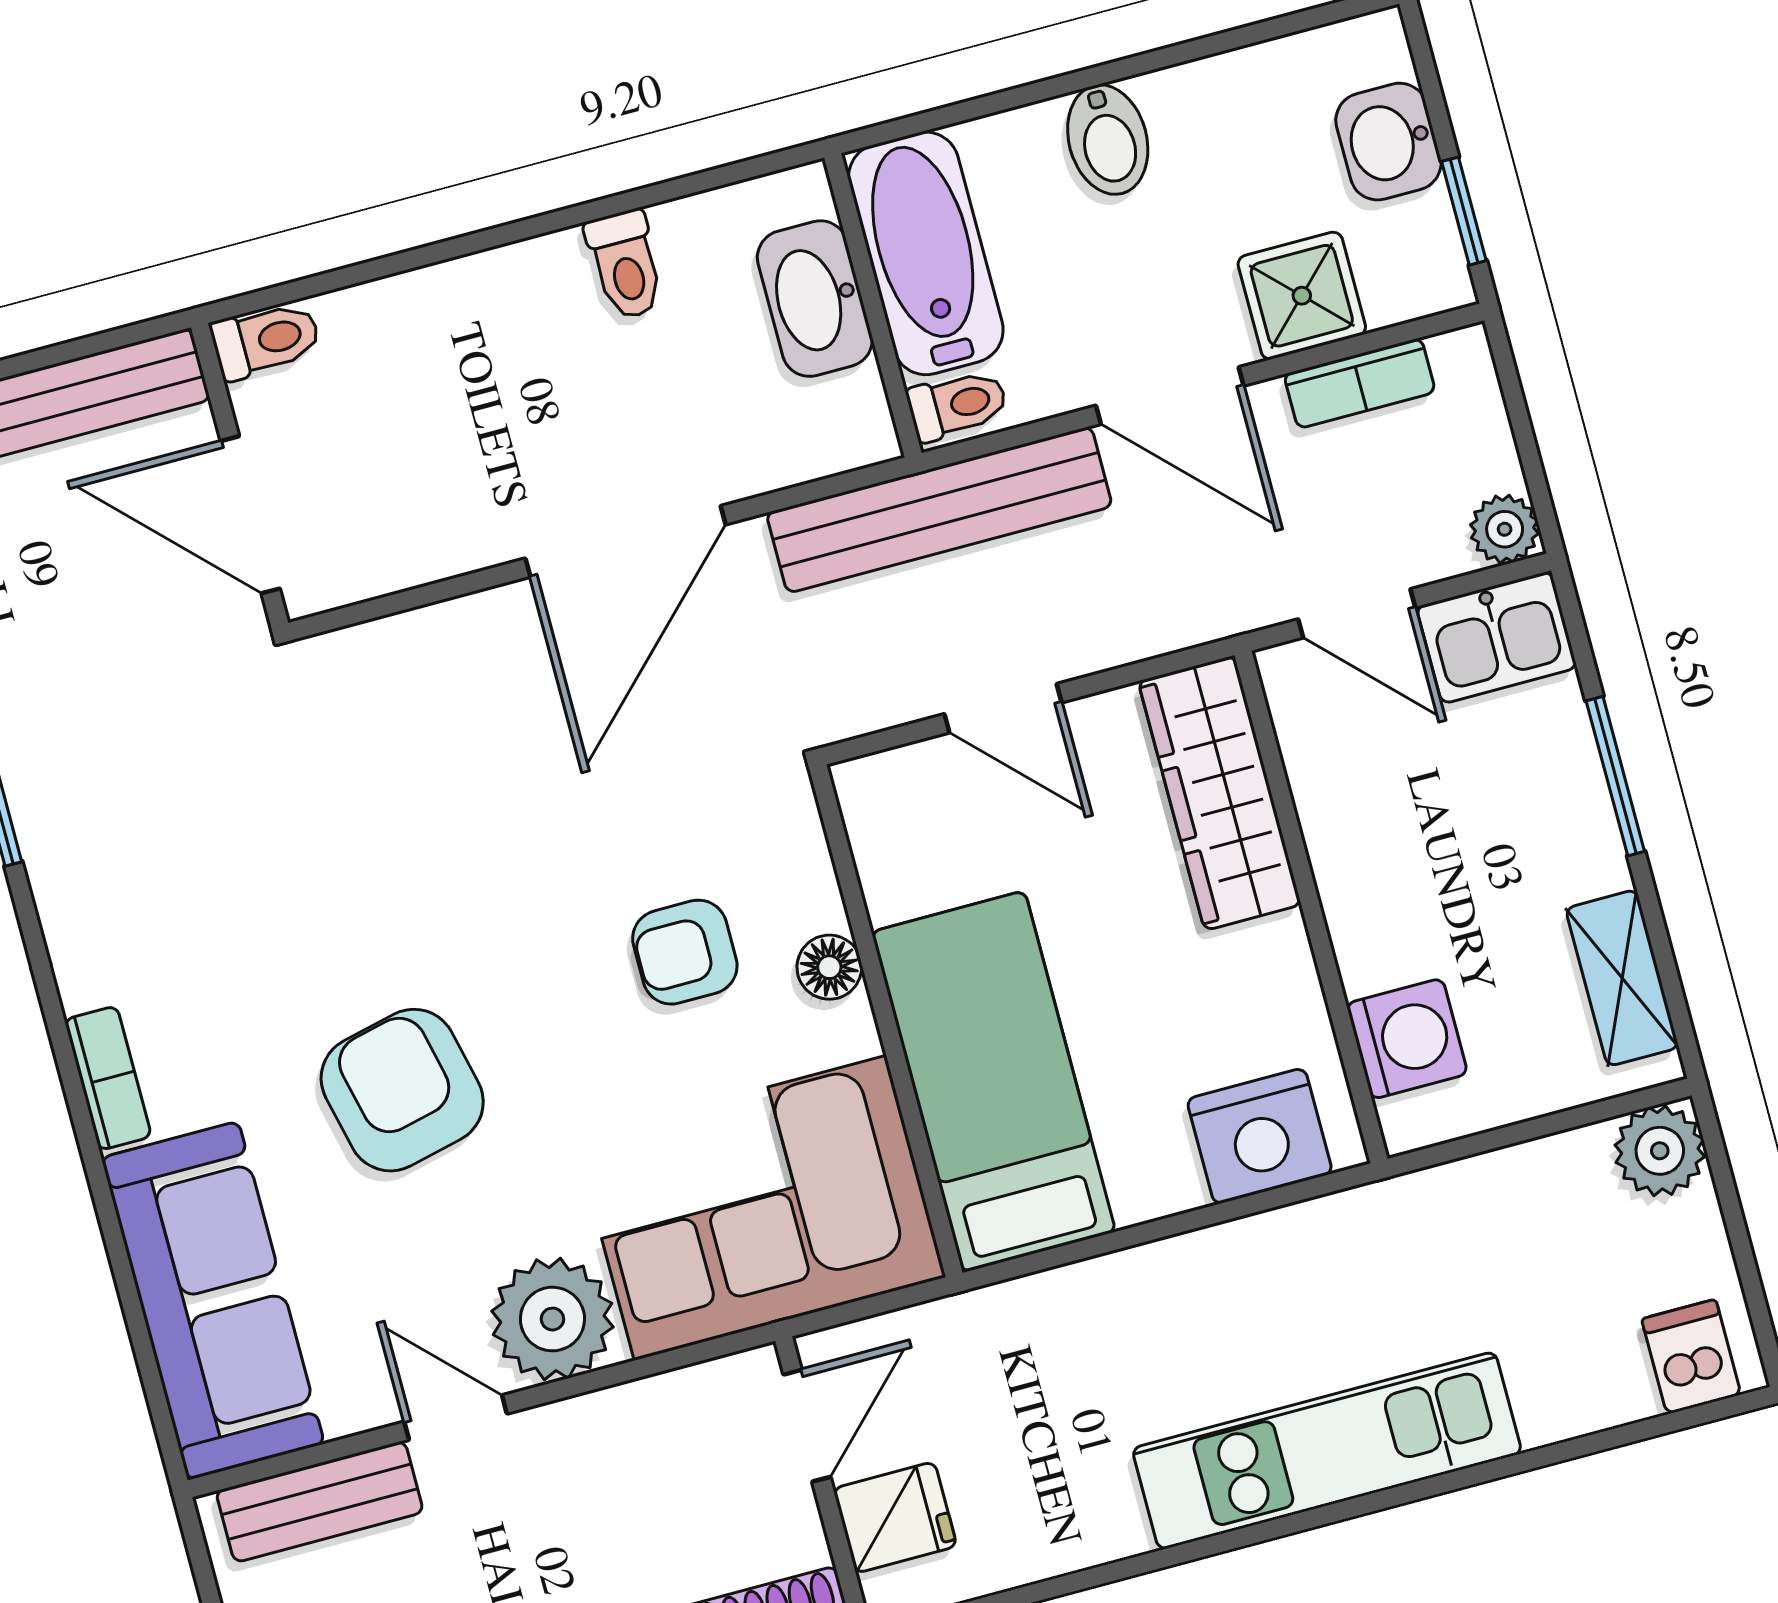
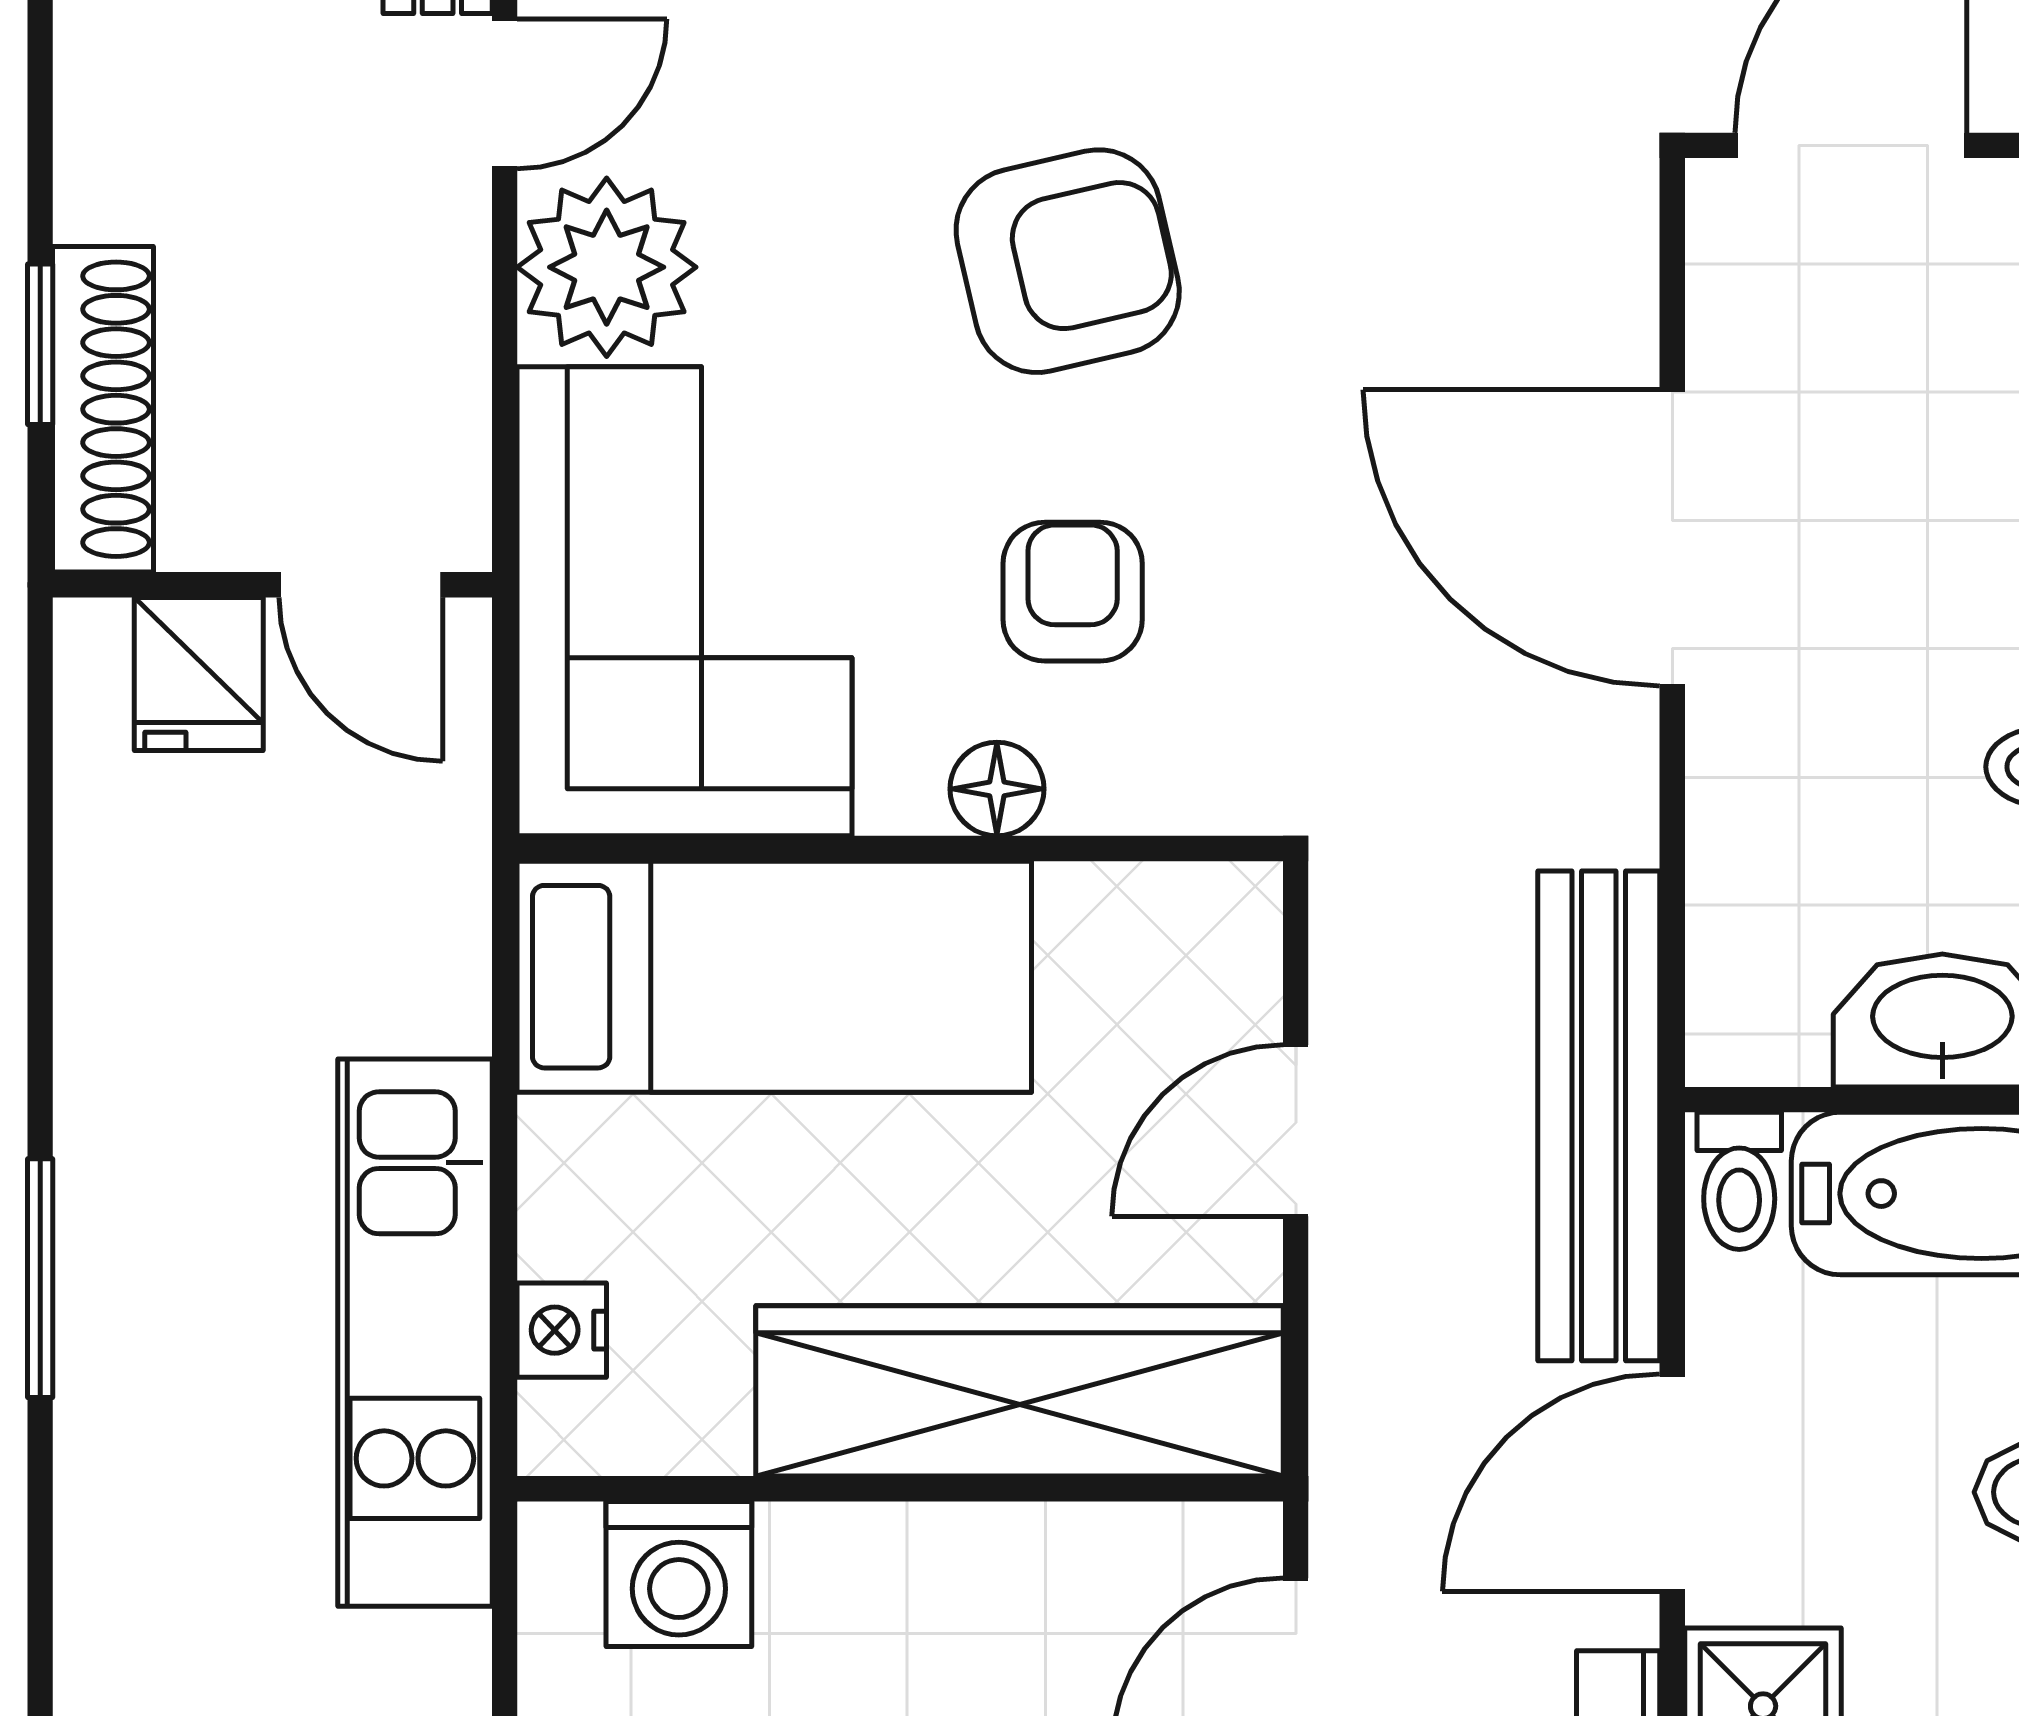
door: (625, 541) -> (1672, 538), moved
wardrobe: (1220, 793) -> (1019, 1391), width x1.40, depth x1.17
armchair: (402, 1090) -> (1068, 261), moved
nightstand: (1260, 1136) -> (562, 1330), width x0.53, depth x0.56
kitchen unit: (1327, 1451) -> (415, 1333), moved, turned 180
window: (1324, 1515) -> (40, 1278), added

